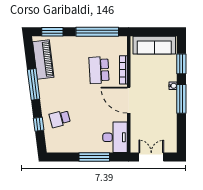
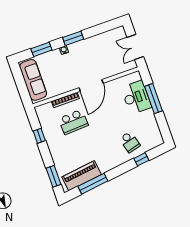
window: (97, 32) -> (39, 136), width x0.32
window: (34, 84) -> (93, 184), moved
window: (181, 99) -> (73, 38), width x0.69
desk: (115, 137) -> (136, 97), moved, turned 90

